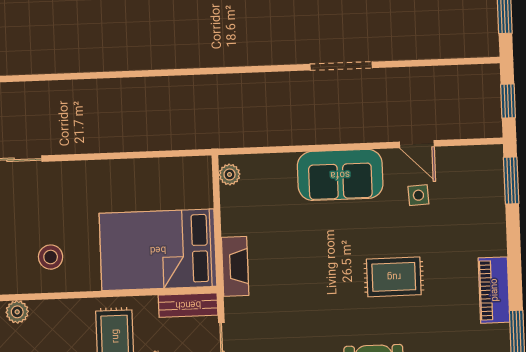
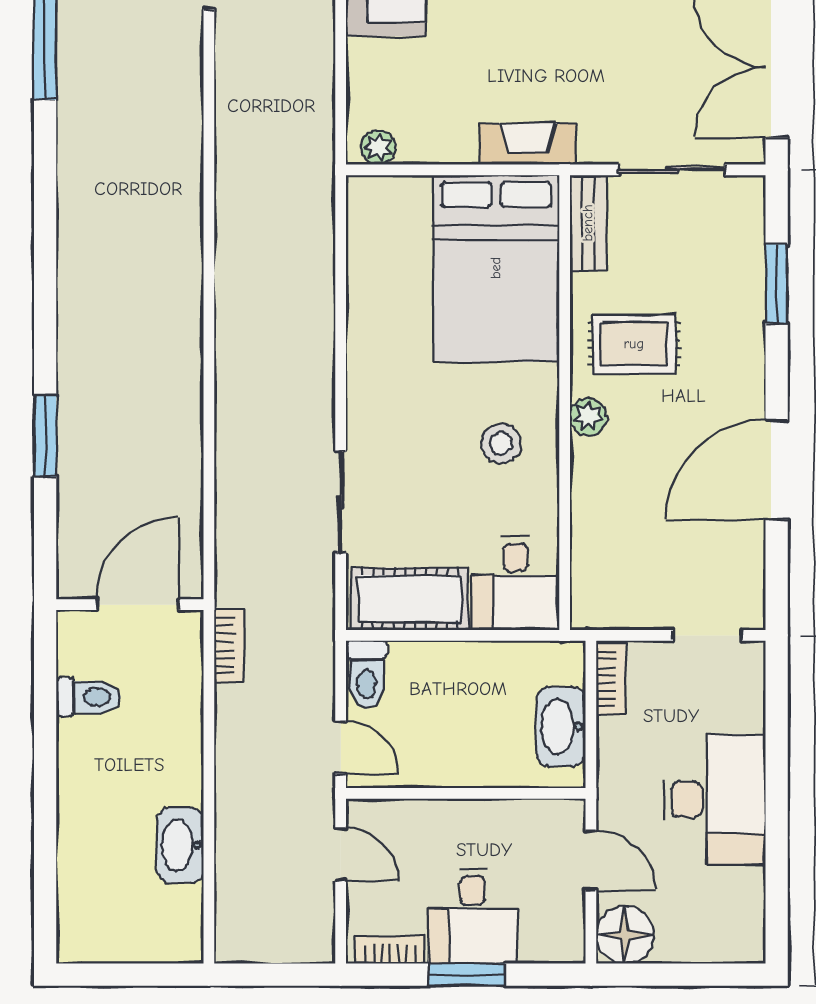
plant: (17, 312) -> (588, 417), moved

